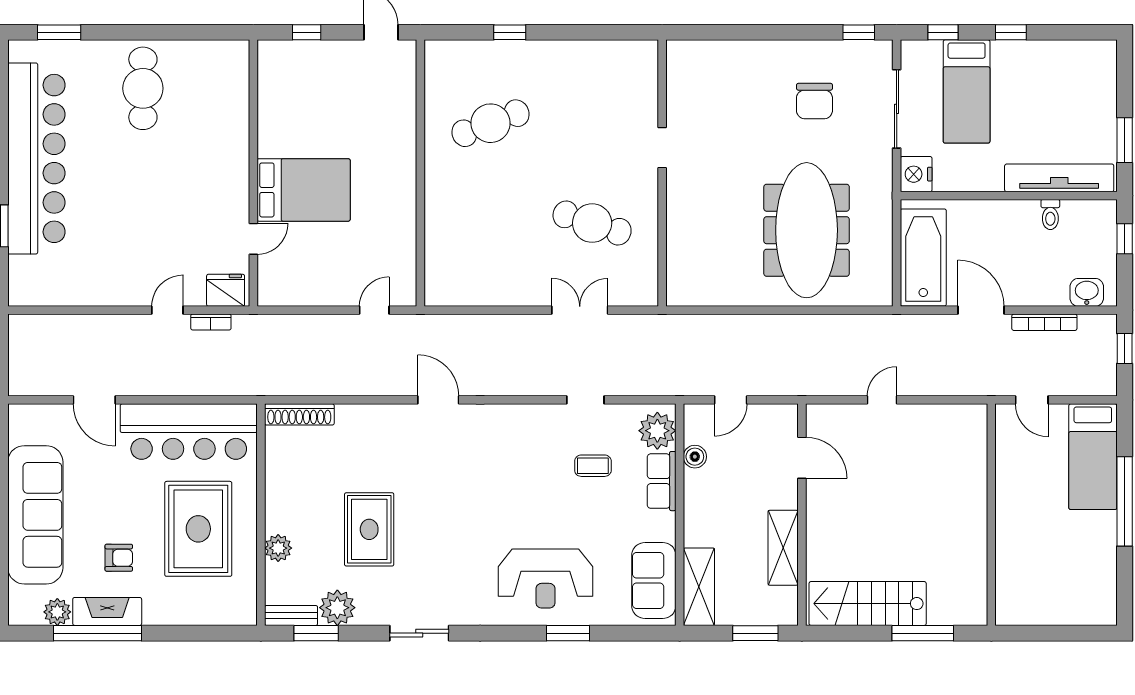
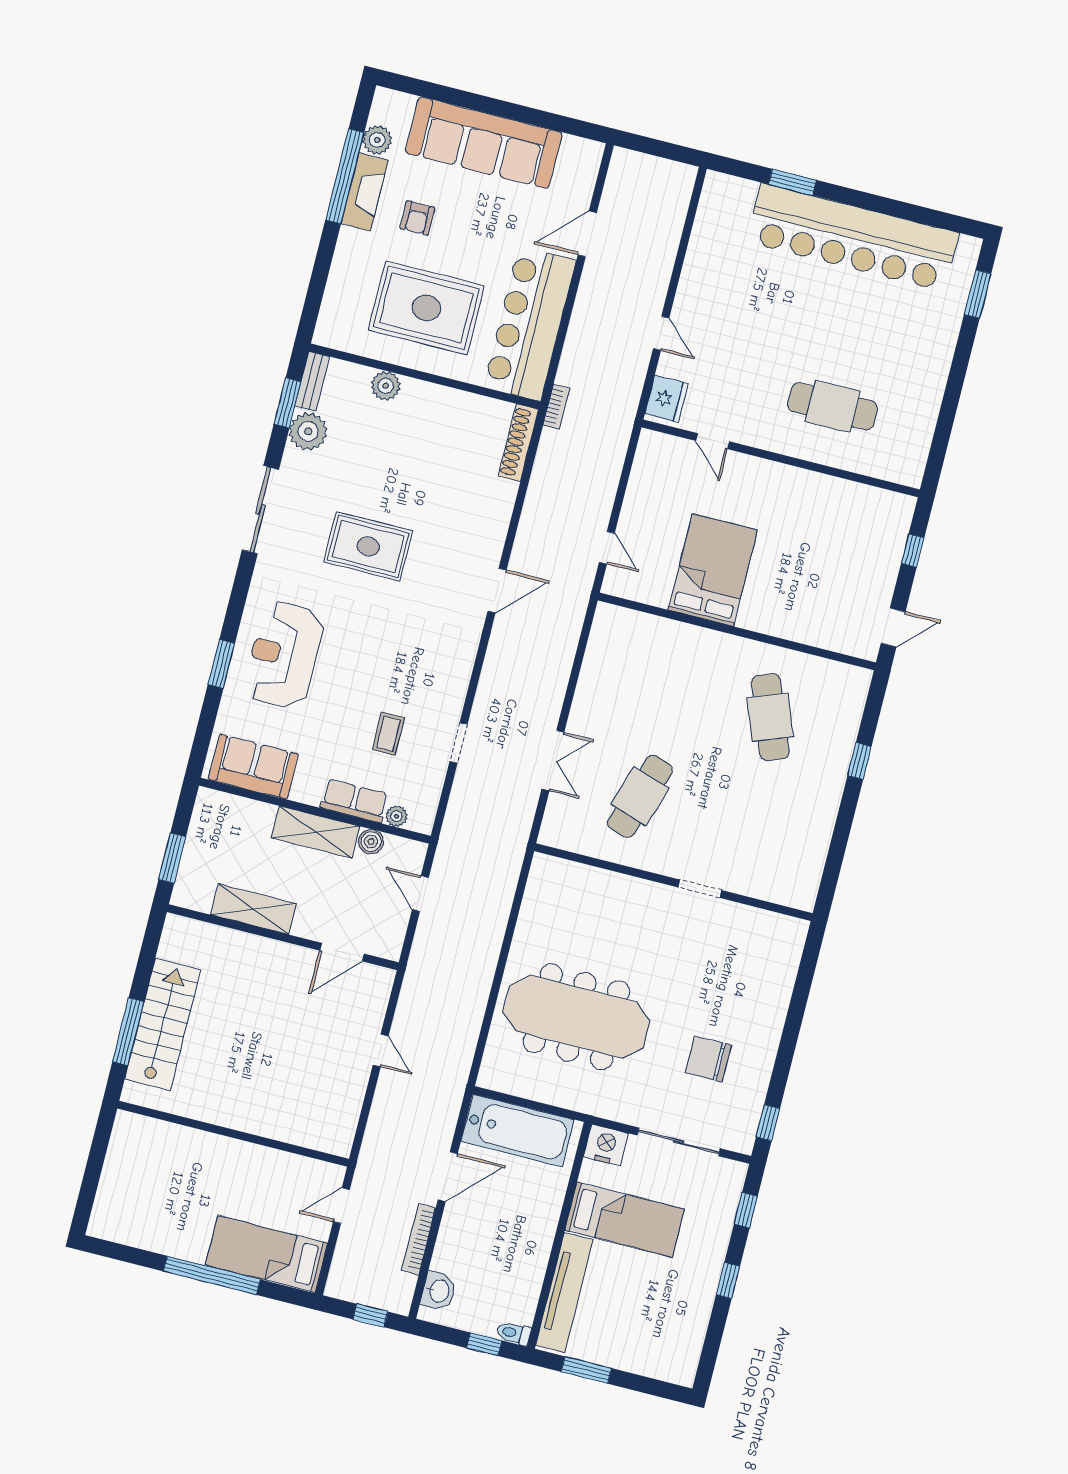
cafe table: (143, 88) -> (832, 406), moved
bed: (967, 91) -> (624, 1220), moved, turned 180
bed: (304, 190) -> (713, 570), moved, turned 180
toilet: (1050, 214) -> (514, 1333), moved
bookcase: (211, 322) -> (557, 407), moved, turned 180
plant: (657, 431) -> (396, 816), width x0.53, depth x0.53
rug: (369, 529) -> (368, 546), moved
shelving: (699, 587) -> (316, 832), moved
stairs: (868, 604) -> (163, 1024), moved
sliding door: (419, 633) -> (260, 510), width x1.37

